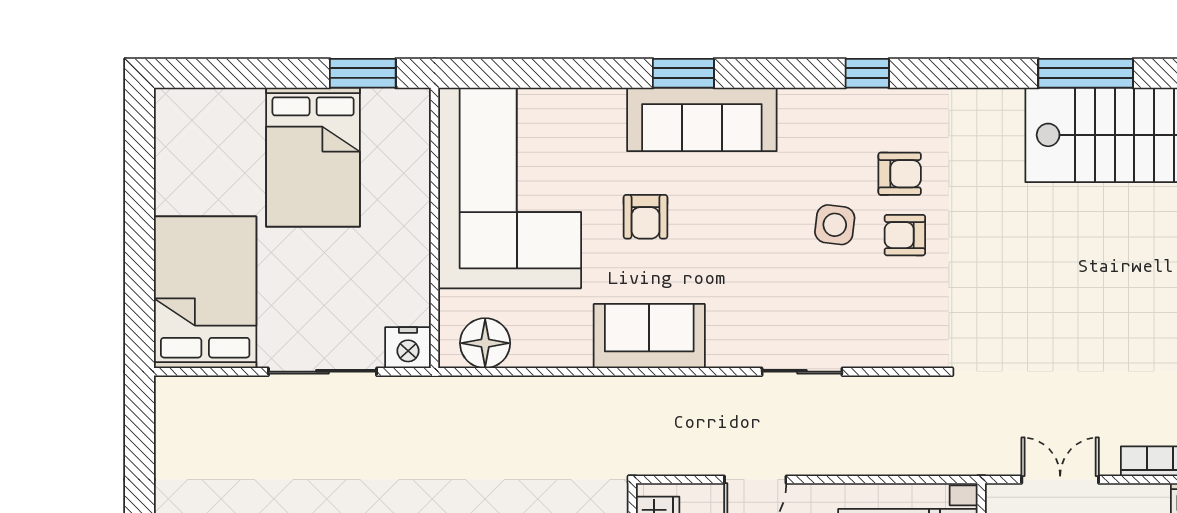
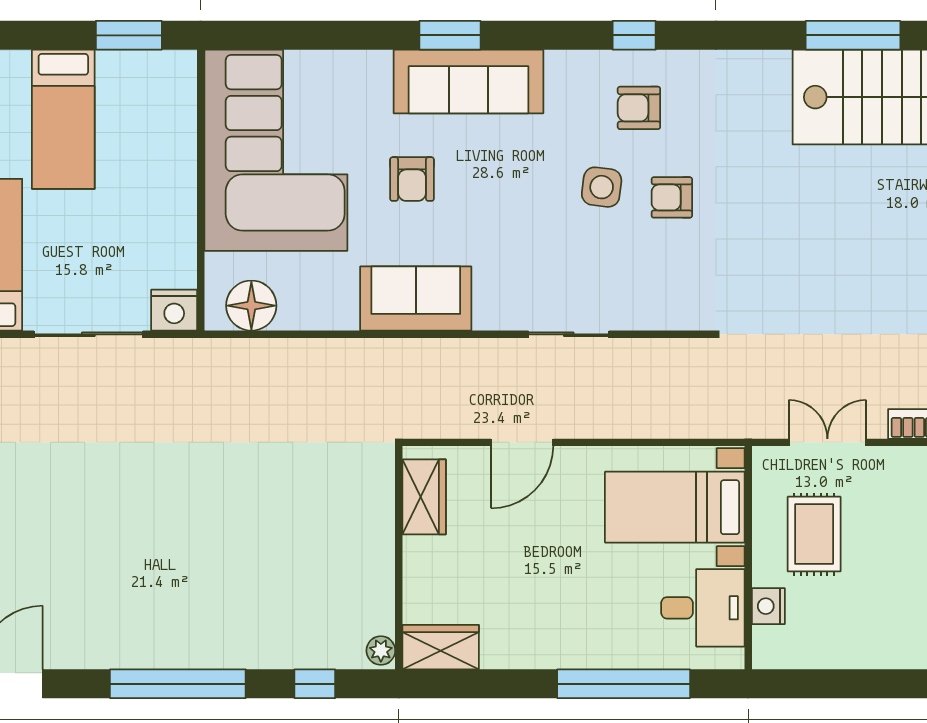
bed: (313, 157) -> (63, 119), width x0.67
armchair: (900, 174) -> (639, 108), moved, turned 180

